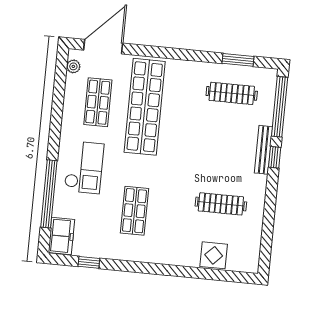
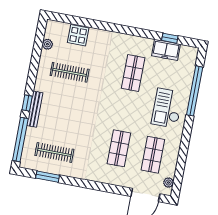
shop shelf: (145, 107) -> (119, 148), width x0.50, depth x0.74
freezer: (61, 236) -> (166, 50), moved, turned -90
plant: (254, 239) -> (47, 44), added

